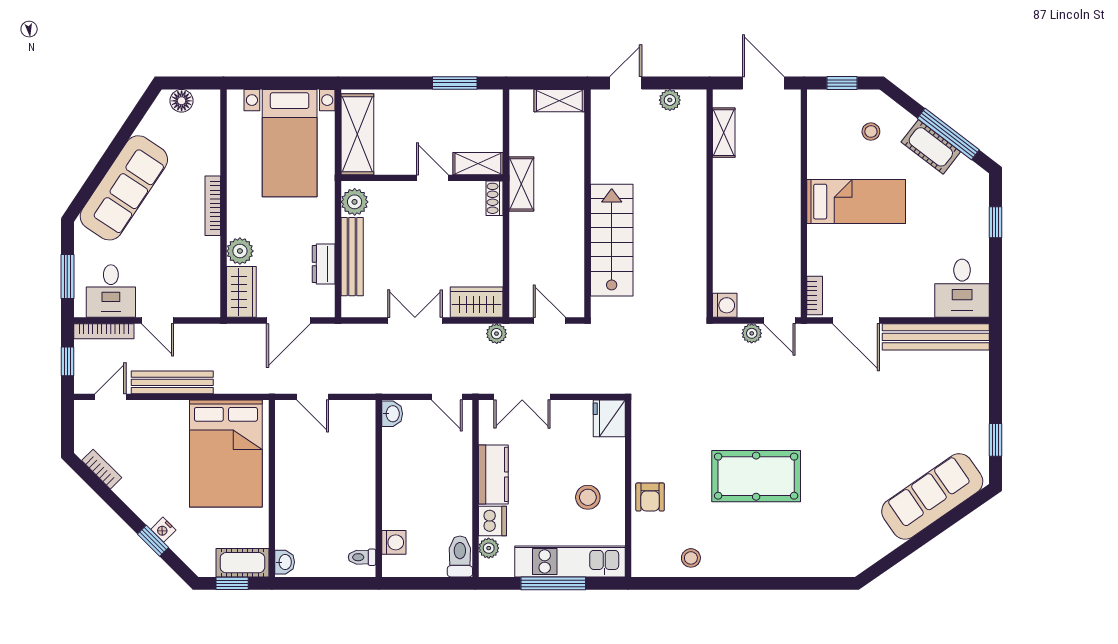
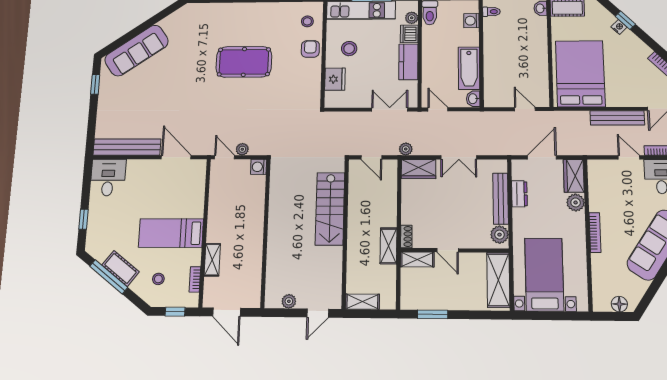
shelving: (724, 133) -> (212, 260), moved
bookcase: (815, 296) -> (195, 279), moved
fridge: (609, 418) -> (335, 79), moved
bathtub: (398, 463) -> (469, 68), added
stool: (691, 558) -> (307, 21), moved

